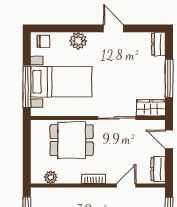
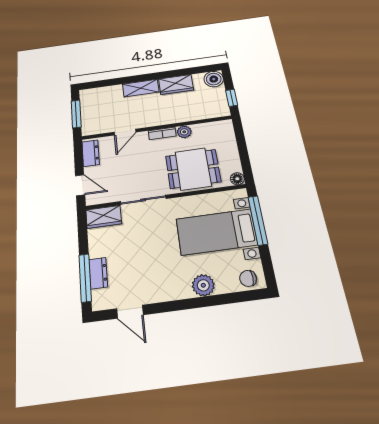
door: (113, 28) -> (130, 312), moved
dresser: (158, 44) -> (98, 273), moved
window: (169, 78) -> (85, 278), moved
floor lamp: (36, 125) -> (237, 179), added
plant: (51, 177) -> (184, 132), moved

